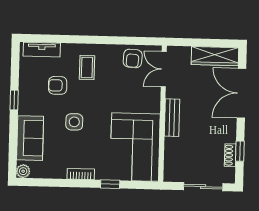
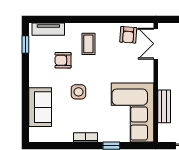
window: (14, 100) -> (25, 45), moved
bench: (172, 118) -> (164, 106), moved
plant: (23, 171) -> (35, 136), removed

